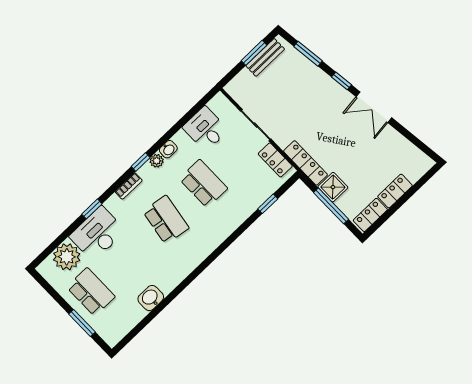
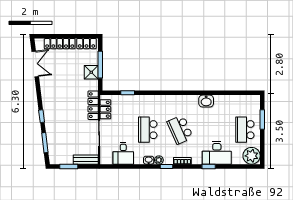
bench: (265, 57) -> (86, 160), moved
double door: (374, 107) -> (35, 64), moved
locker: (306, 163) -> (93, 105), moved
locker: (395, 191) -> (60, 44), width x1.53
school desk: (166, 220) -> (180, 130), turned -33
plant: (67, 257) -> (252, 156), moved
washbasin: (151, 298) -> (206, 101), moved

